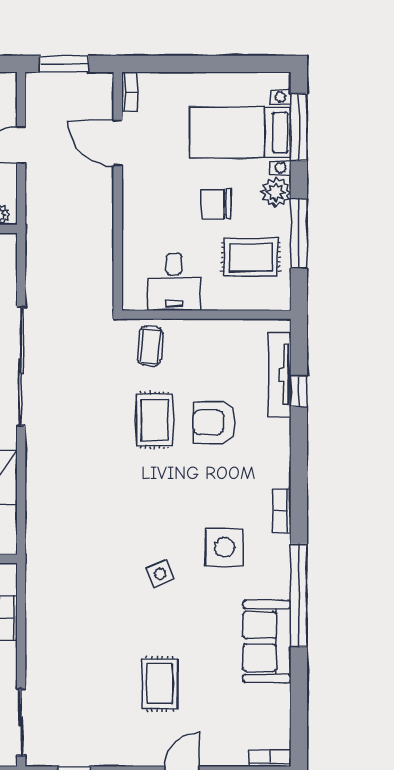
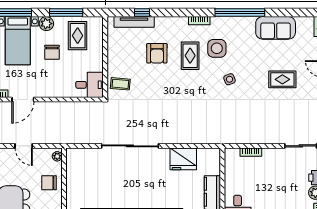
desk: (174, 282) -> (90, 85), moved
rug: (155, 420) -> (190, 56), moved, turned 90
sofa: (267, 641) -> (276, 28), moved

